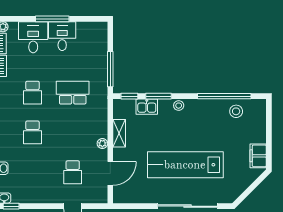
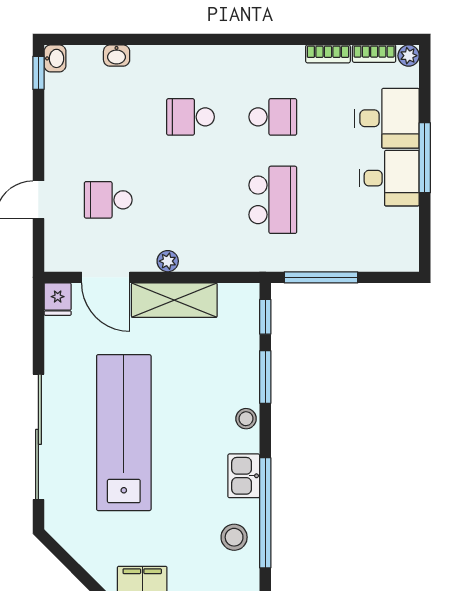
school desk: (32, 93) -> (273, 117), turned 180
kitchen sink: (147, 107) -> (244, 476), moved
shelving: (119, 133) -> (174, 300), width x1.50, depth x1.33
fridge: (121, 197) -> (58, 299), added

